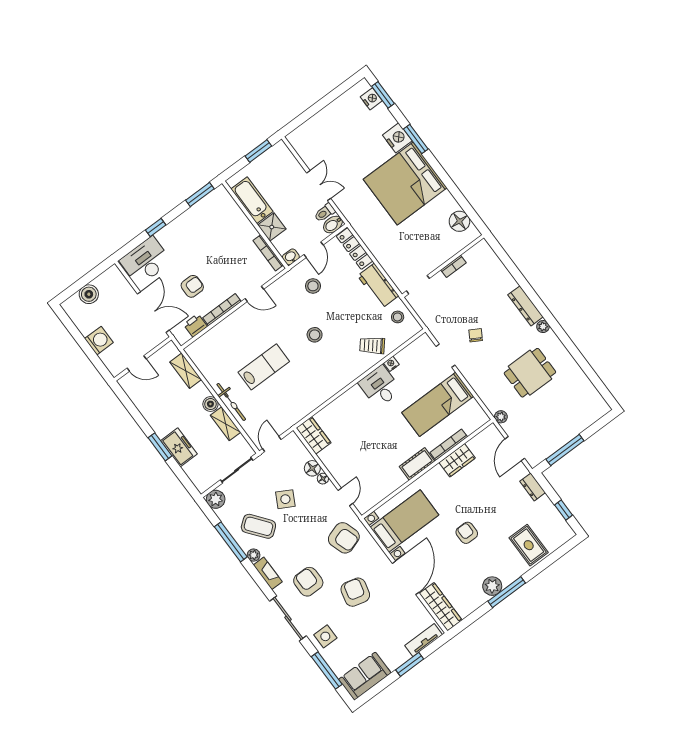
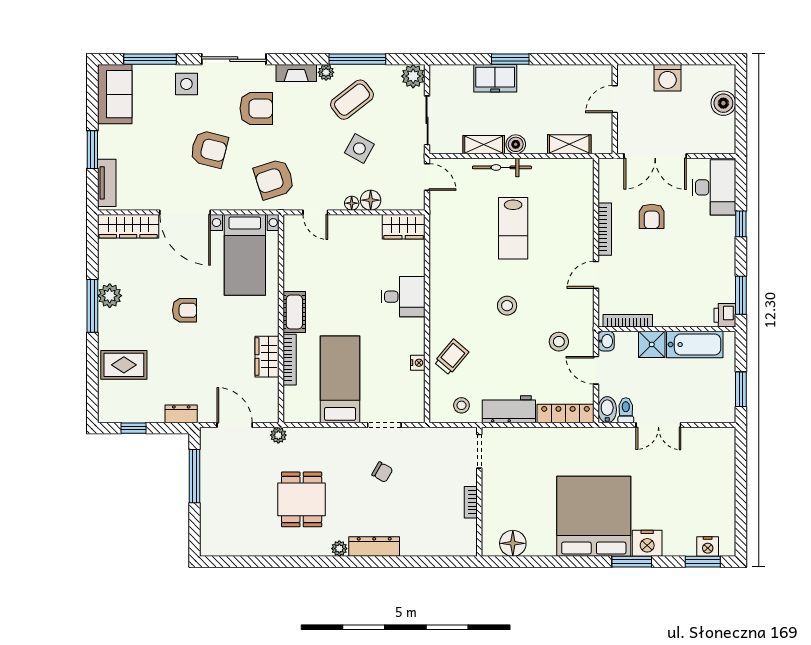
printer: (195, 325) -> (725, 315), moved, turned 180
desk: (380, 387) -> (403, 297), moved

